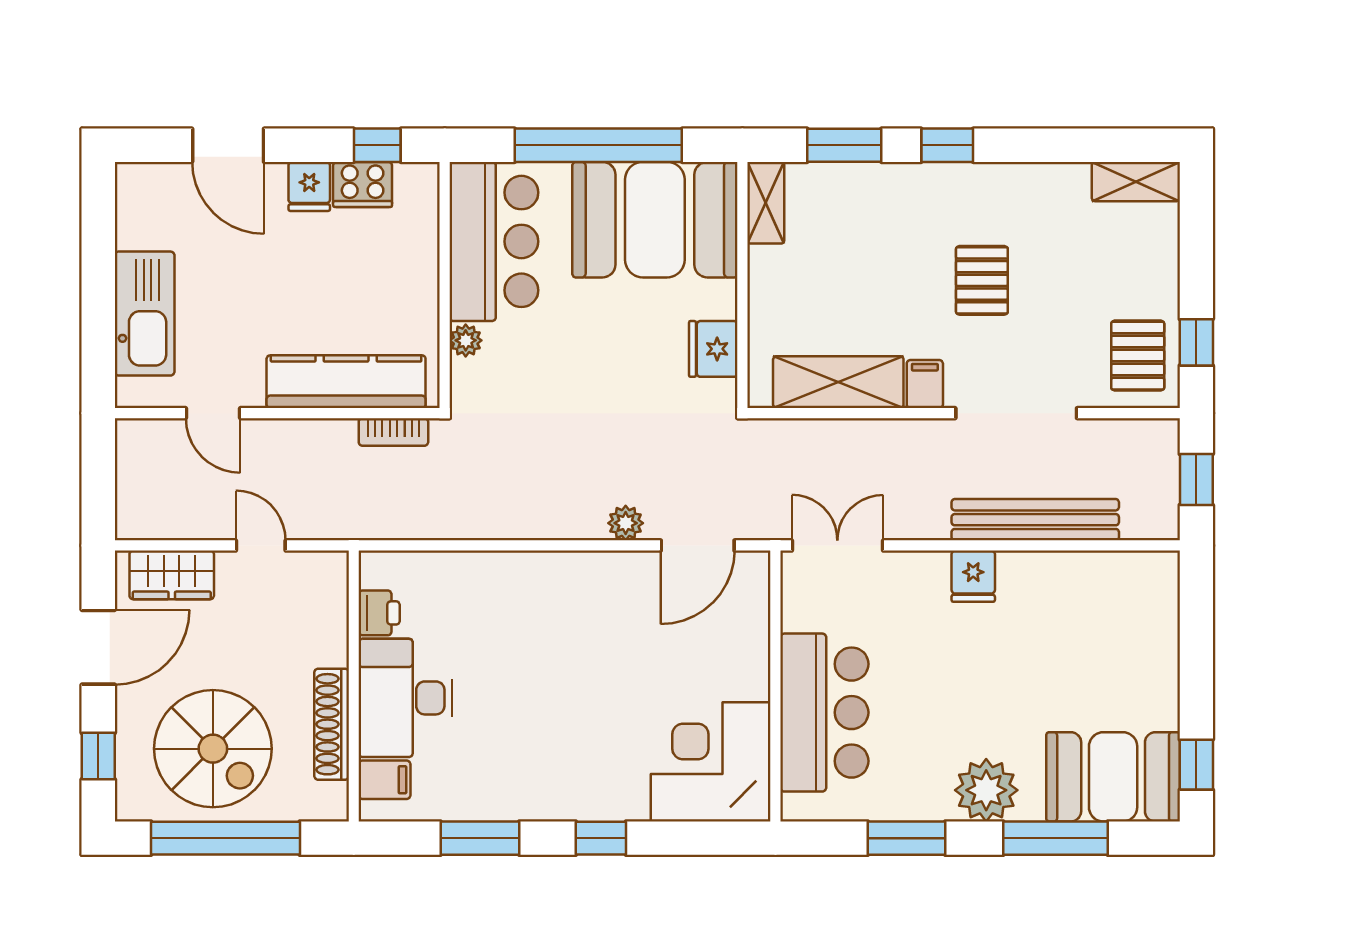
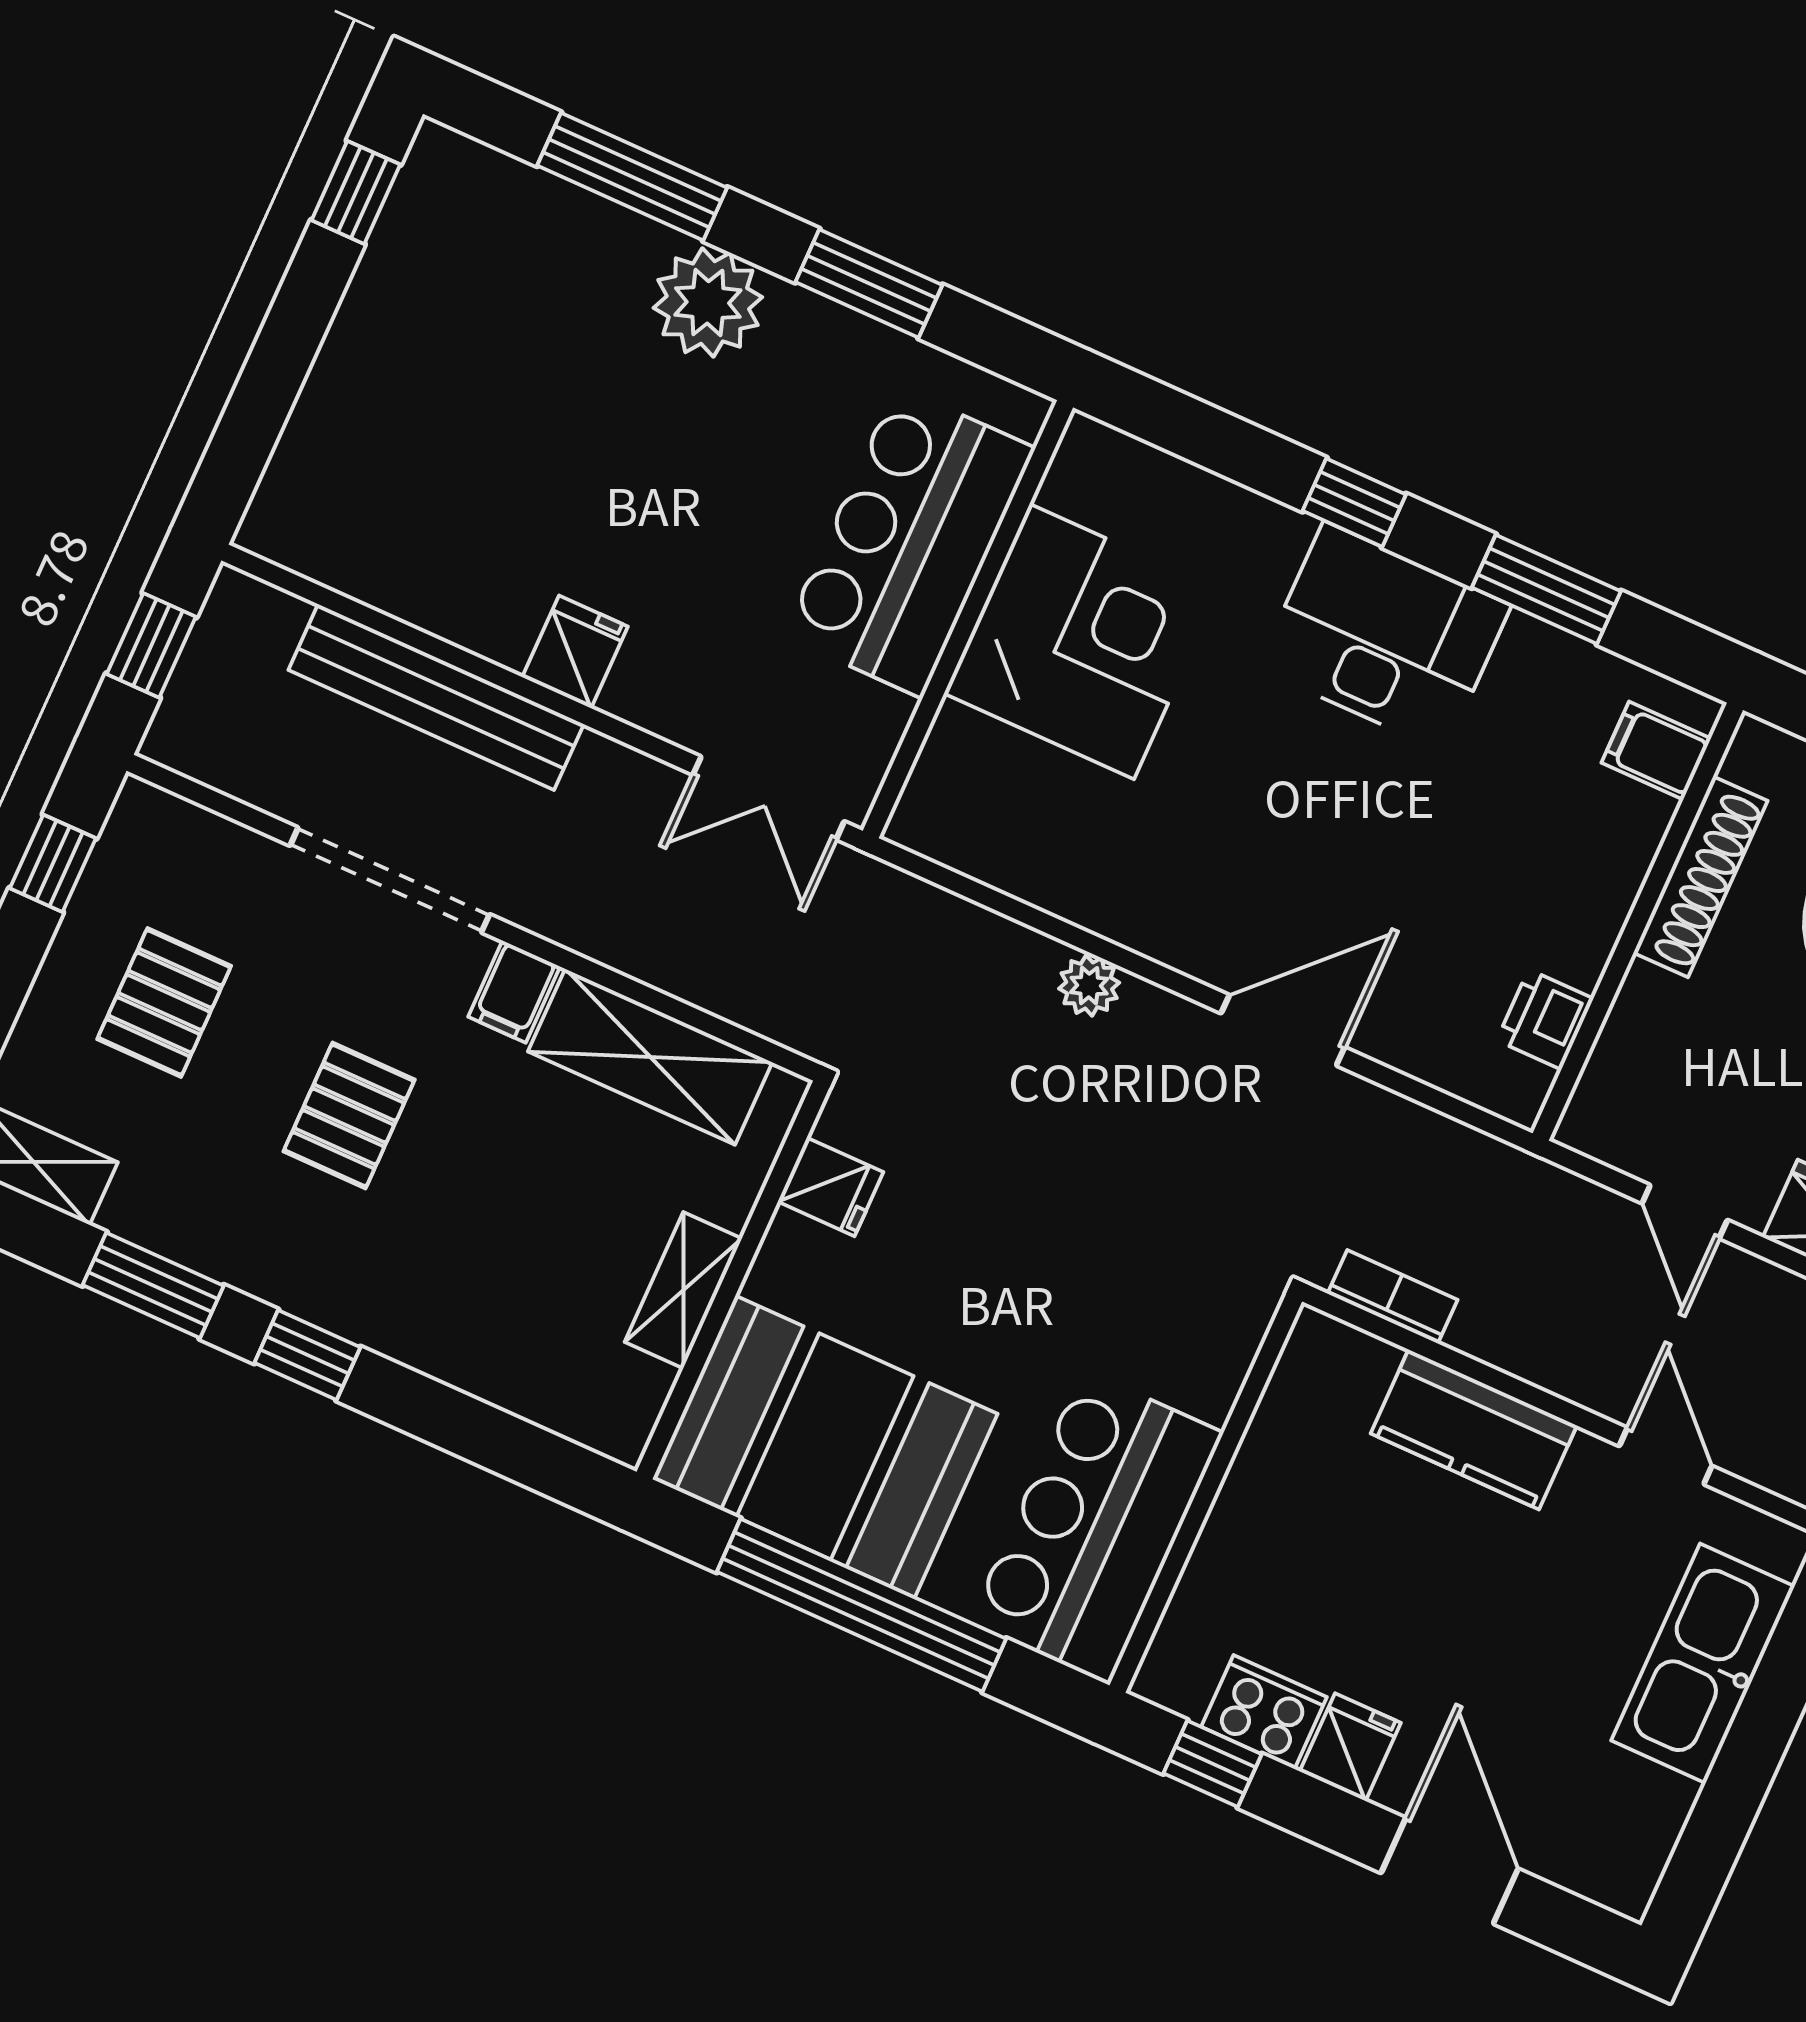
window: (844, 145) -> (153, 1285), moved
shelving: (766, 203) -> (683, 1290), moved
plant: (466, 340) -> (1212, 1390), removed
fridge: (713, 349) -> (831, 1187), width x0.72
pallet: (1138, 356) -> (164, 1002), moved
kitchen counter: (346, 382) -> (1474, 1430), width x0.67
door: (698, 545) -> (1283, 1030), moved
desk: (405, 698) -> (1384, 637), moved, turned -90
corner desk: (711, 762) -> (1082, 641), moved, turned -90
booth: (1113, 777) -> (497, 233), removed

